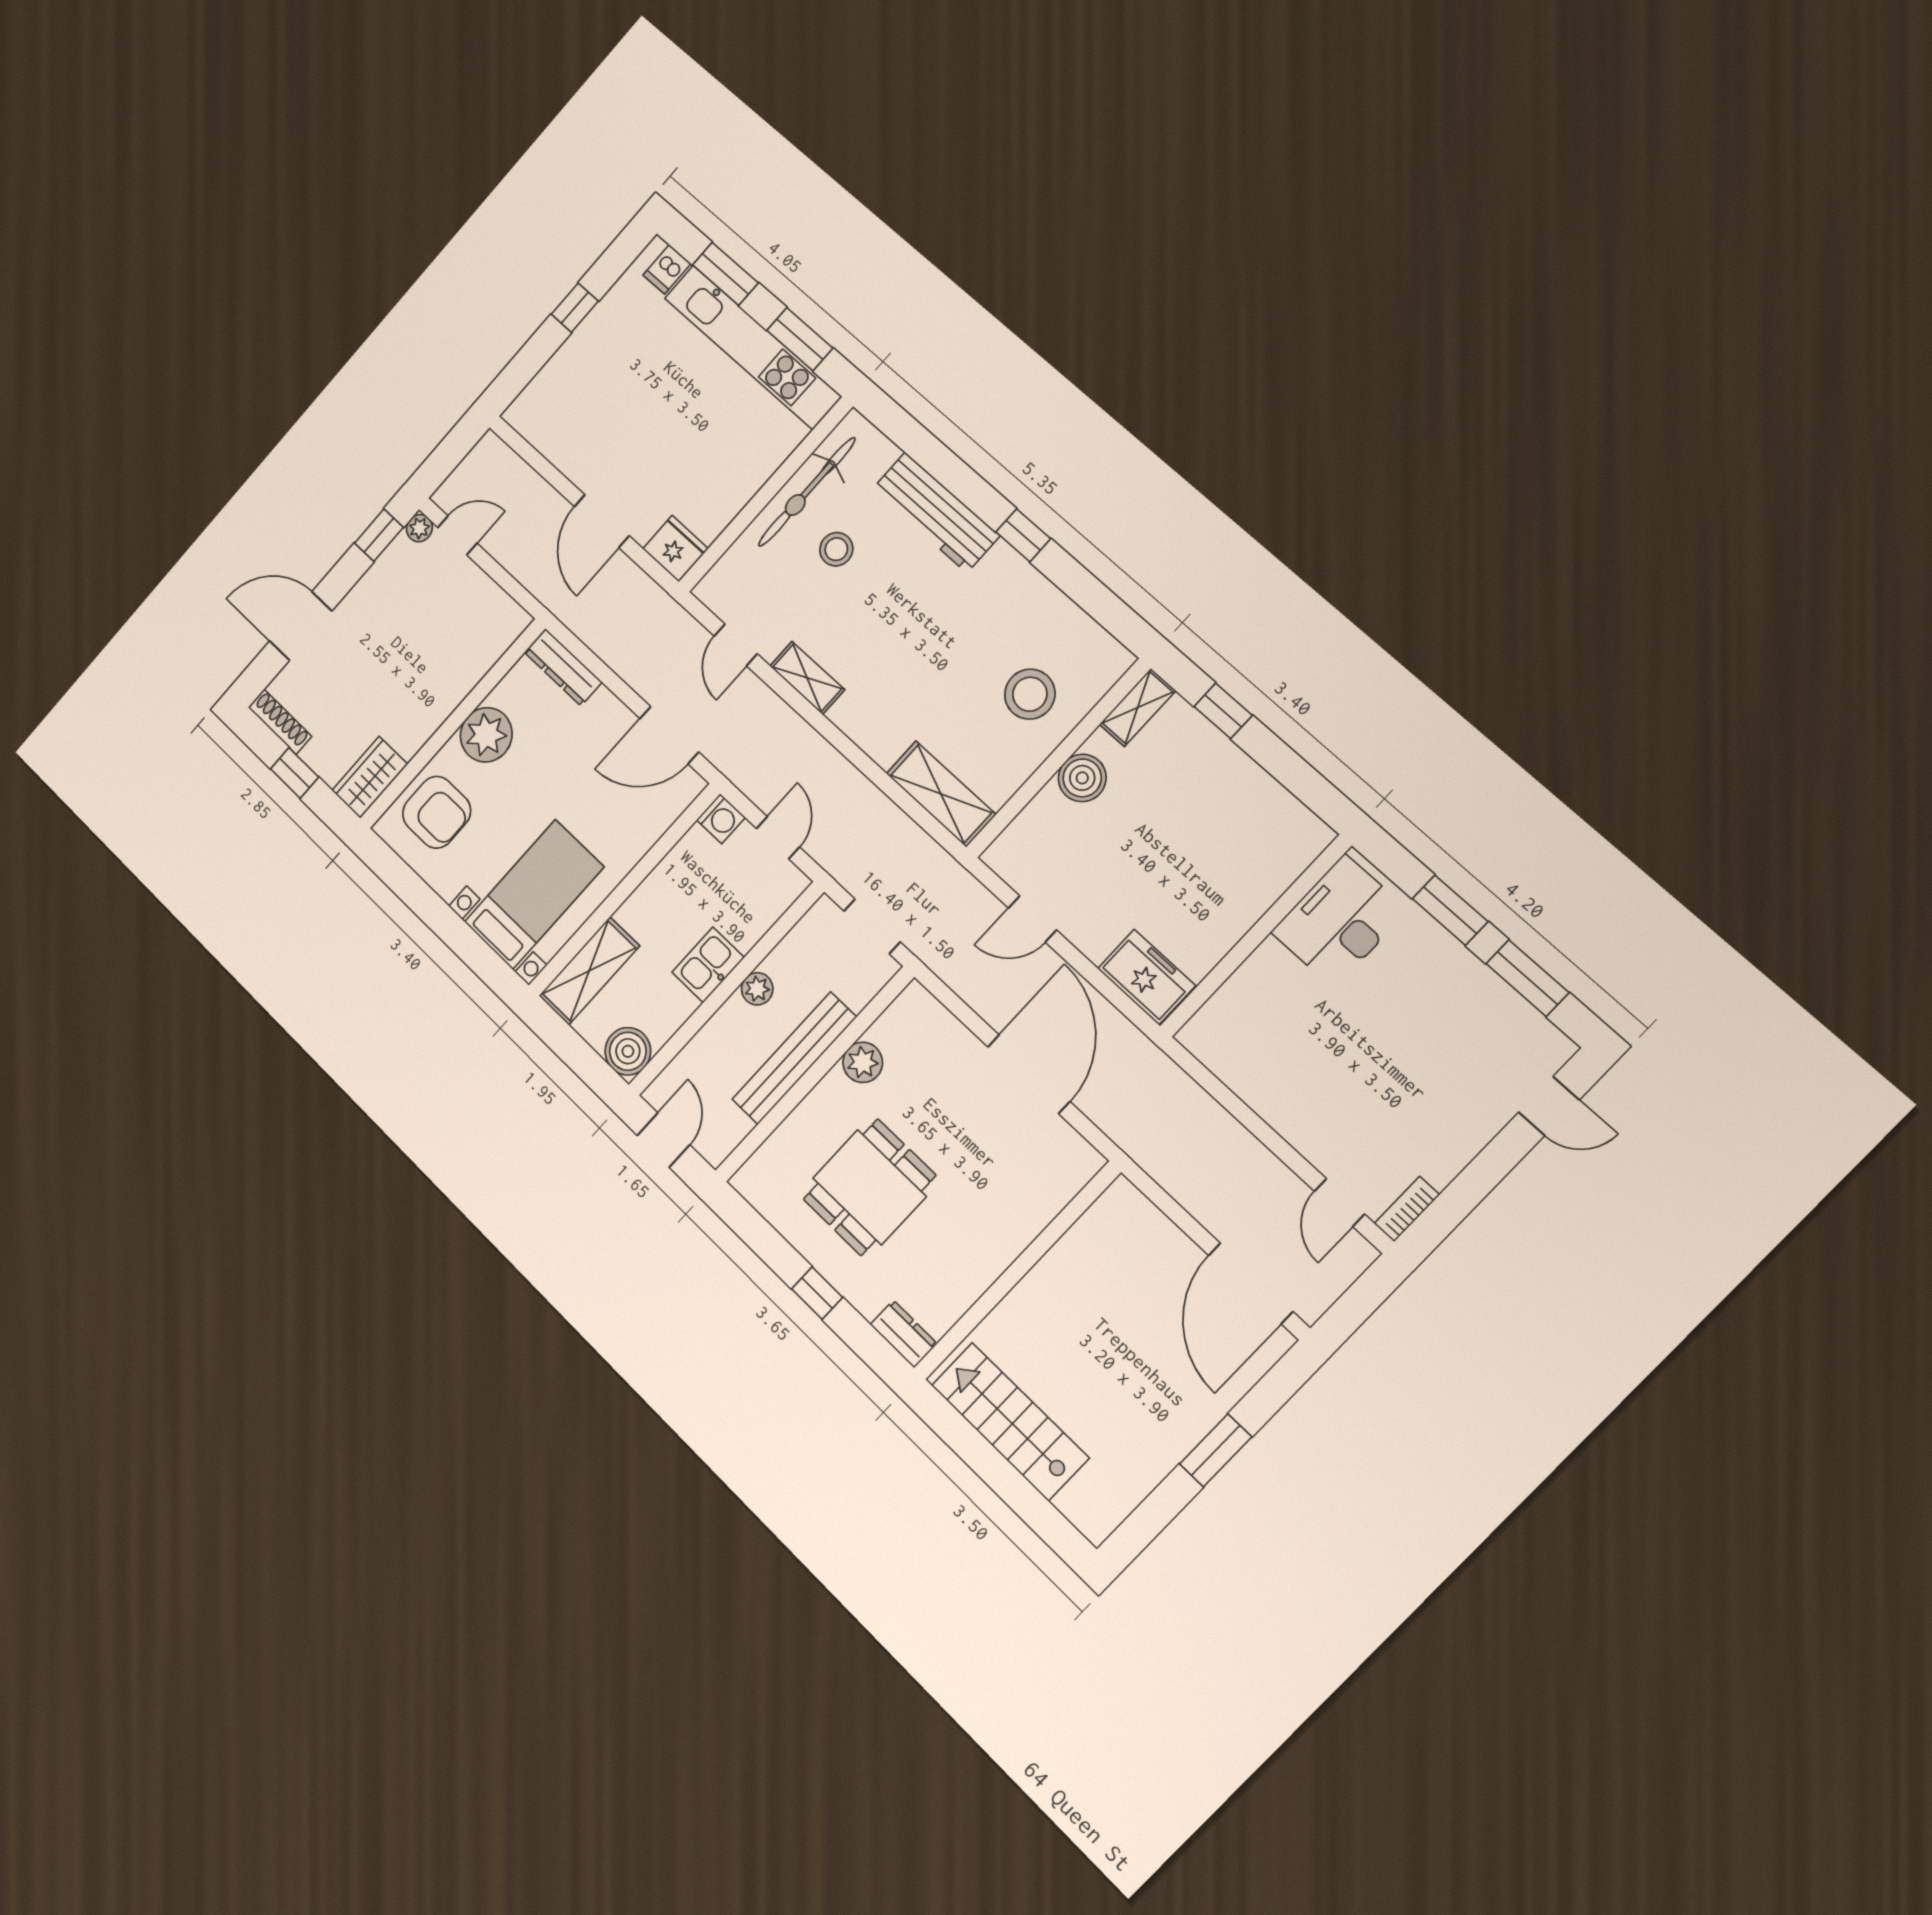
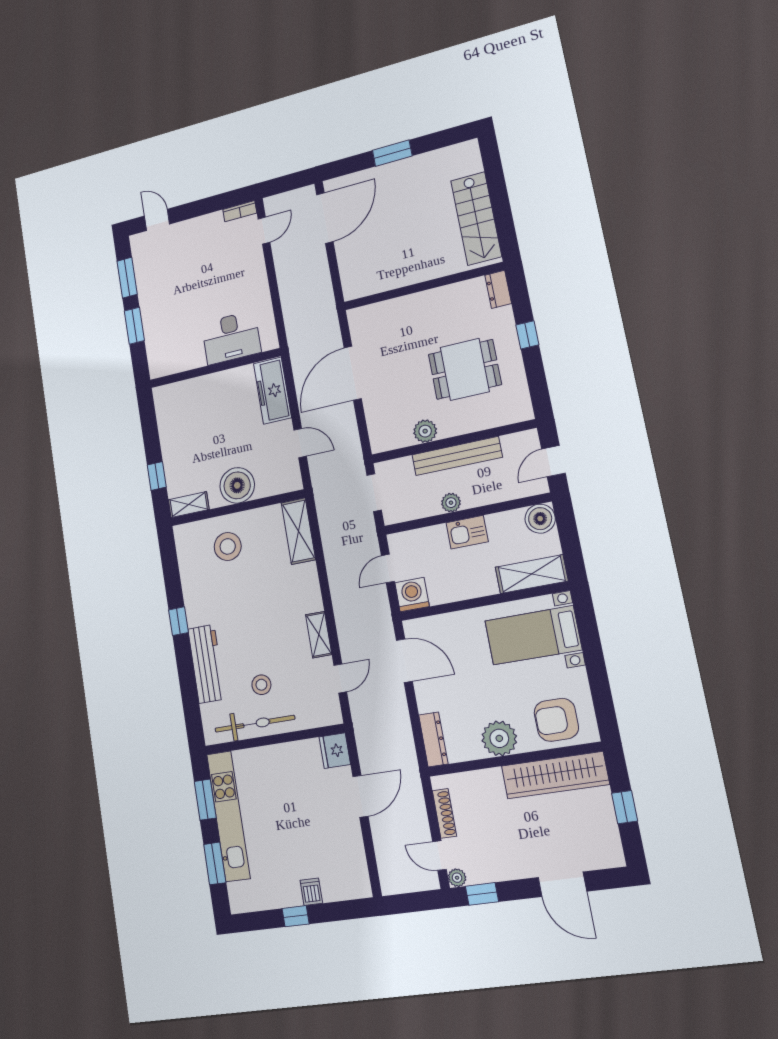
dishwasher: (667, 269) -> (311, 892), moved, turned -90
shoe rack: (280, 722) -> (444, 813), moved, turned 180
wardrobe: (370, 777) -> (555, 775), width x2.10, depth x1.17
boiler: (1082, 778) -> (237, 485), width x1.37, depth x1.37
armchair: (437, 812) -> (556, 720), turned -90
washing machine: (721, 819) -> (412, 594), width x1.38, depth x1.38
desk: (1339, 921) -> (231, 338), moved
freezer: (1146, 977) -> (272, 391), width x1.40

